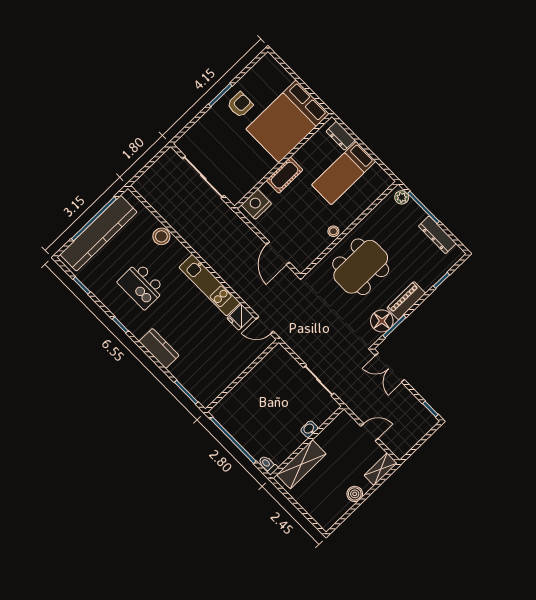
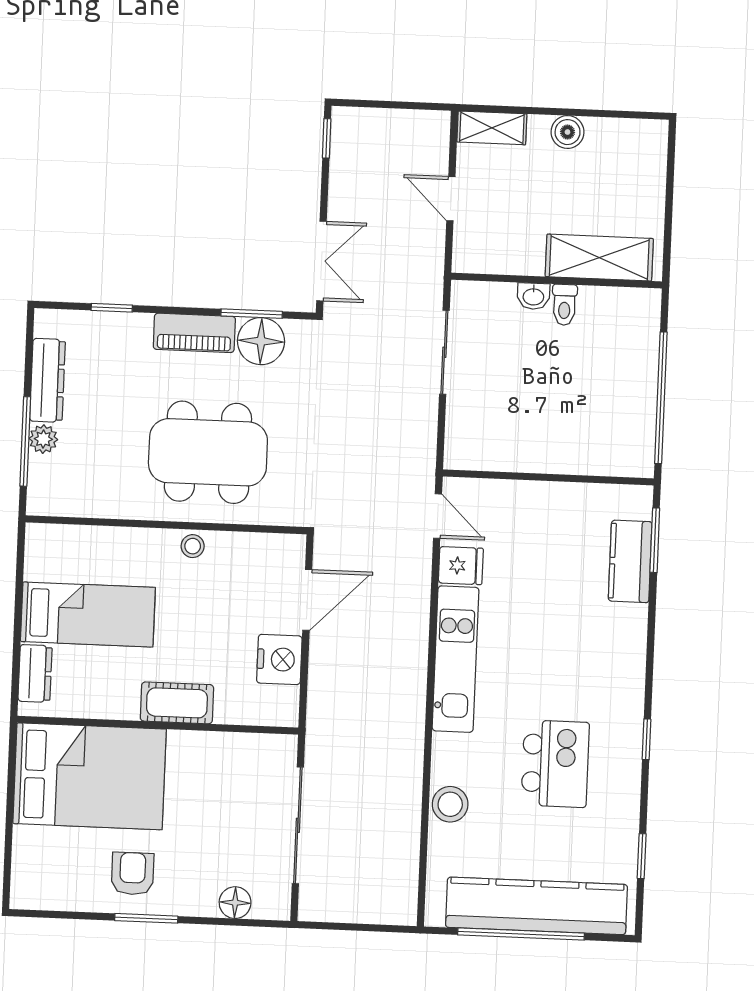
armchair: (240, 105) -> (133, 874), turned 90
floor lamp: (197, 131) -> (235, 903), added
plant: (402, 197) -> (43, 439), moved
nightstand: (256, 204) -> (279, 659), moved, turned -90
kitchen counter: (159, 348) -> (630, 561), moved
toilet: (268, 465) -> (564, 305), moved

